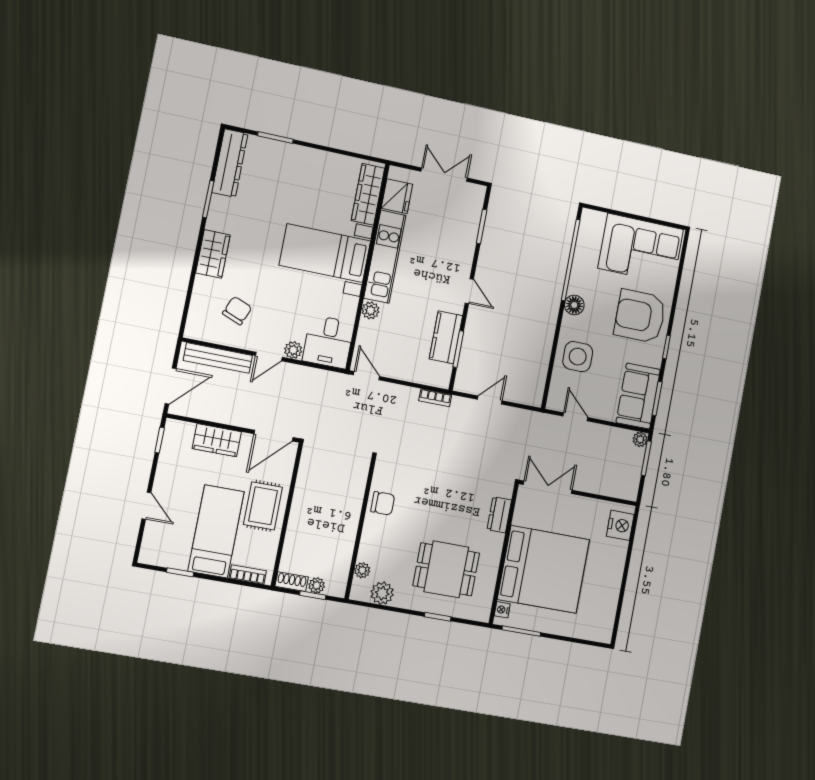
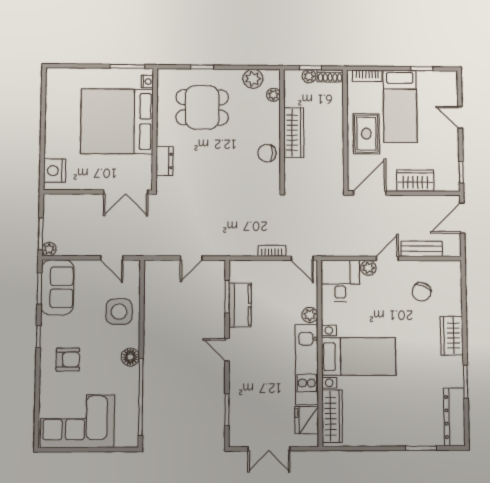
armchair: (640, 316) -> (68, 359), width x0.53, depth x0.53
bench: (218, 358) -> (422, 249), width x0.73
bookcase: (435, 398) -> (272, 251), moved
wardrobe: (348, 522) -> (294, 133), added

